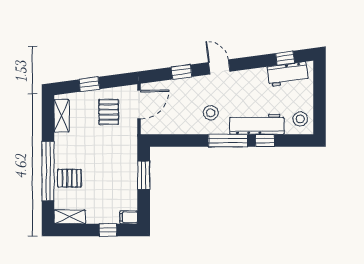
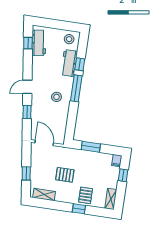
pallet: (109, 112) -> (65, 175), moved
workbench: (257, 124) -> (69, 63), width x0.73
window: (48, 171) -> (79, 209), width x0.32

